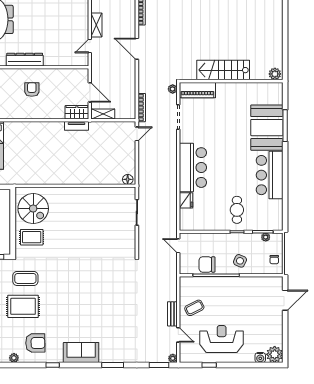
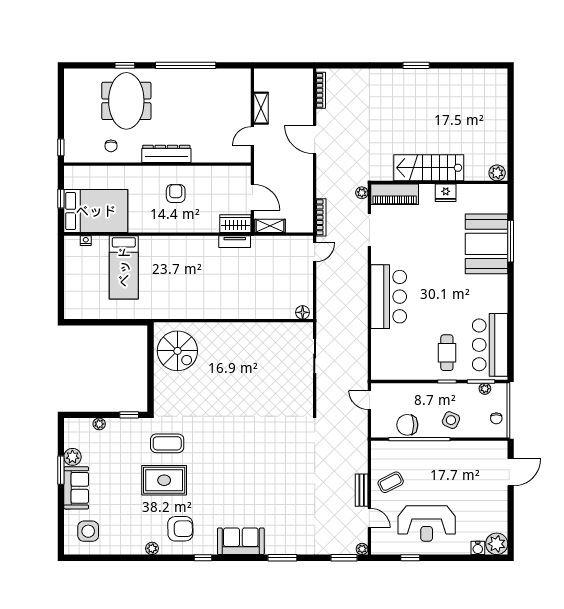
bar counter: (270, 175) -> (490, 345), moved
fridge: (186, 200) -> (446, 193), moved, turned 90
rug: (32, 237) -> (175, 389), removed
reception desk: (222, 339) -> (427, 523), turned 180

